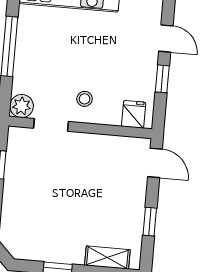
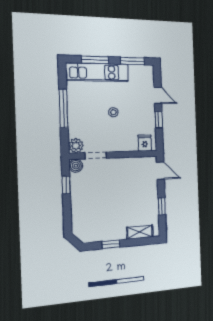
stool: (85, 99) -> (113, 112), moved
boiler: (18, 137) -> (76, 166), added

